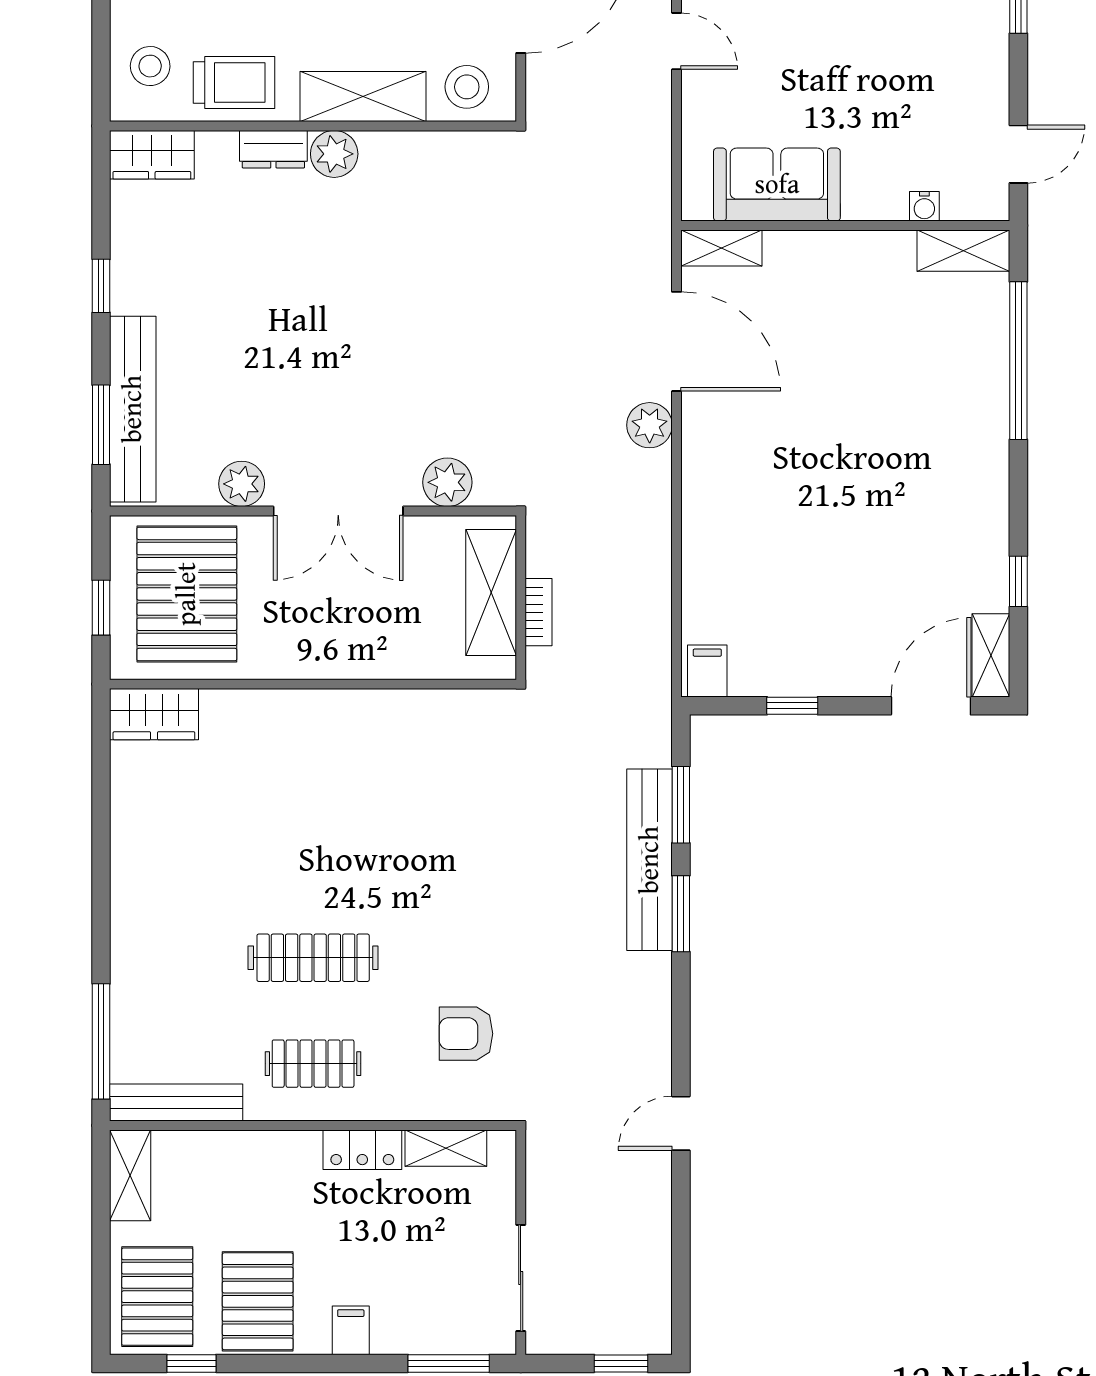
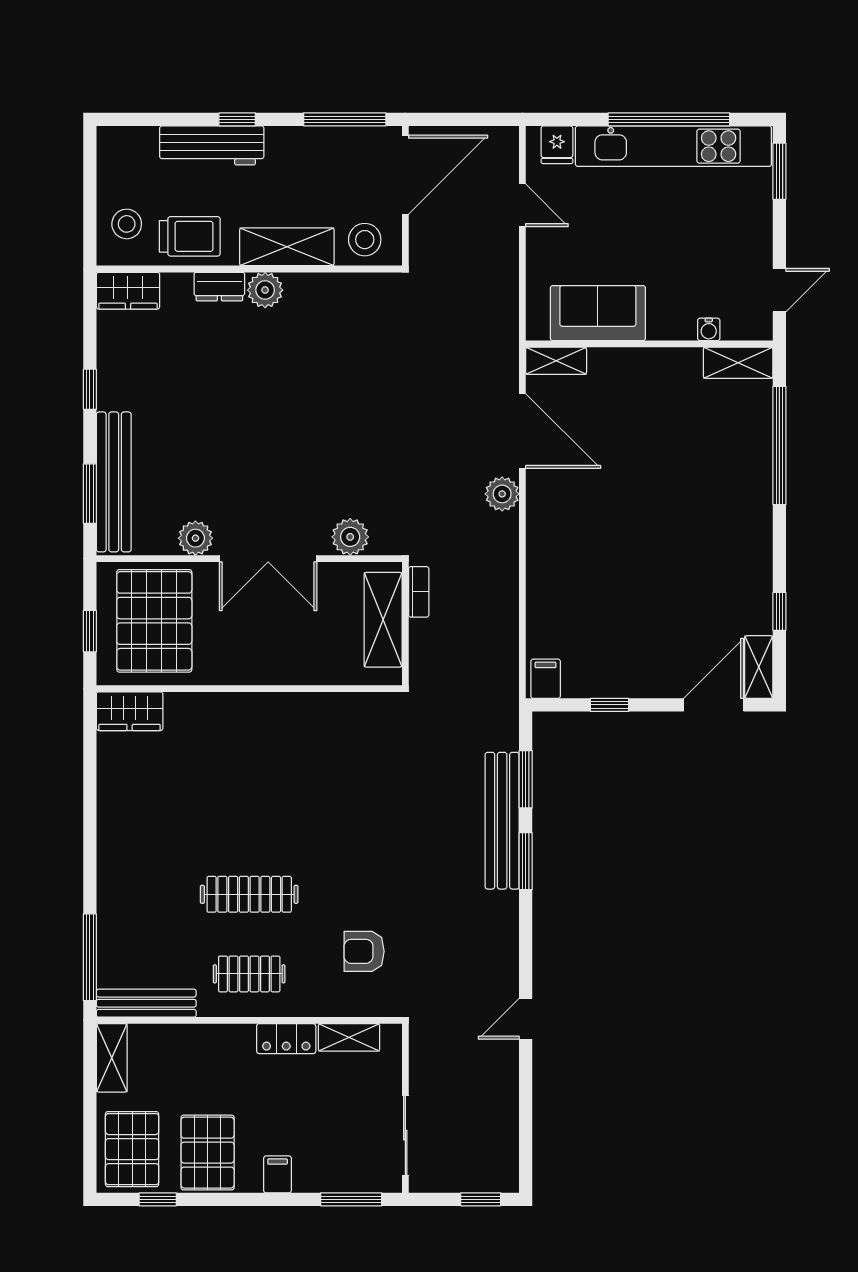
bookcase: (539, 612) -> (419, 592), moved

